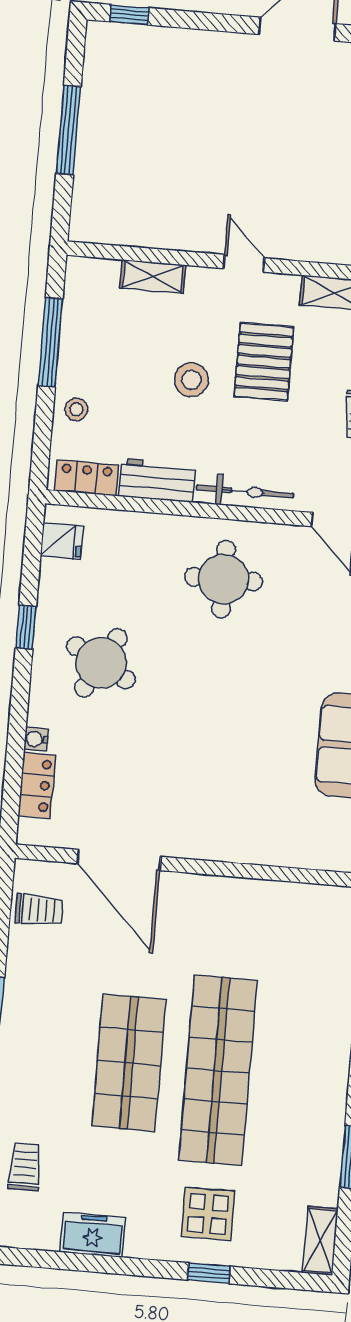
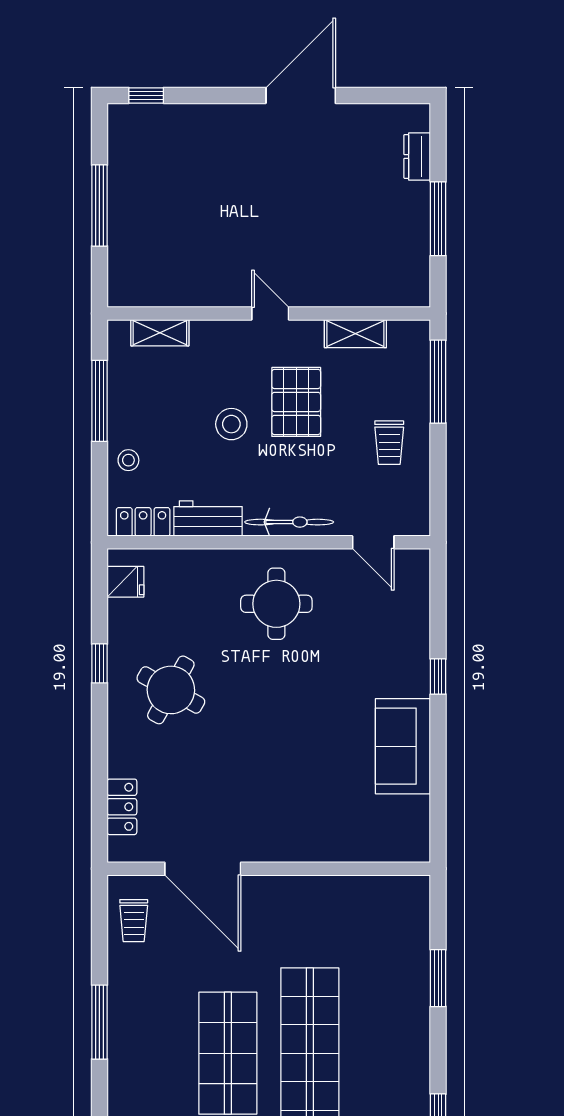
shelving: (153, 276) -> (160, 333), moved
water cooler: (36, 739) -> (117, 765), removed
trolley: (39, 910) -> (134, 921), turned 90

